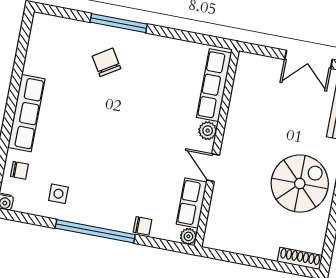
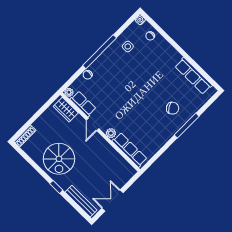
row of seats: (26, 113) -> (193, 76), moved
door: (213, 168) -> (93, 124), swing flipped
wardrobe: (218, 223) -> (66, 110), added

